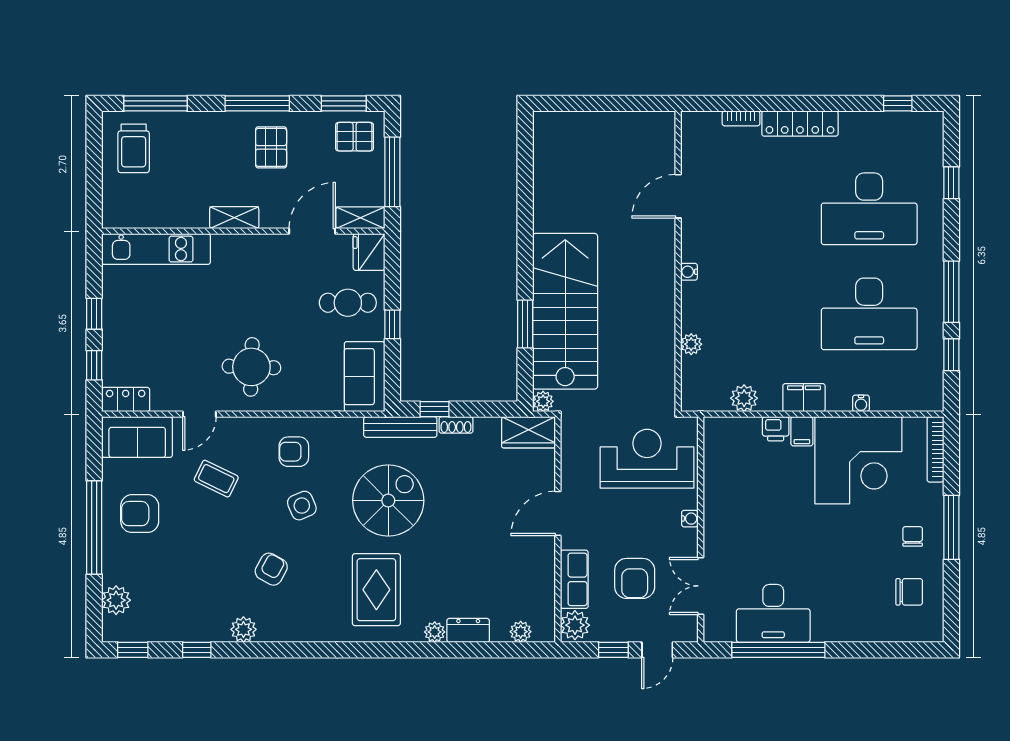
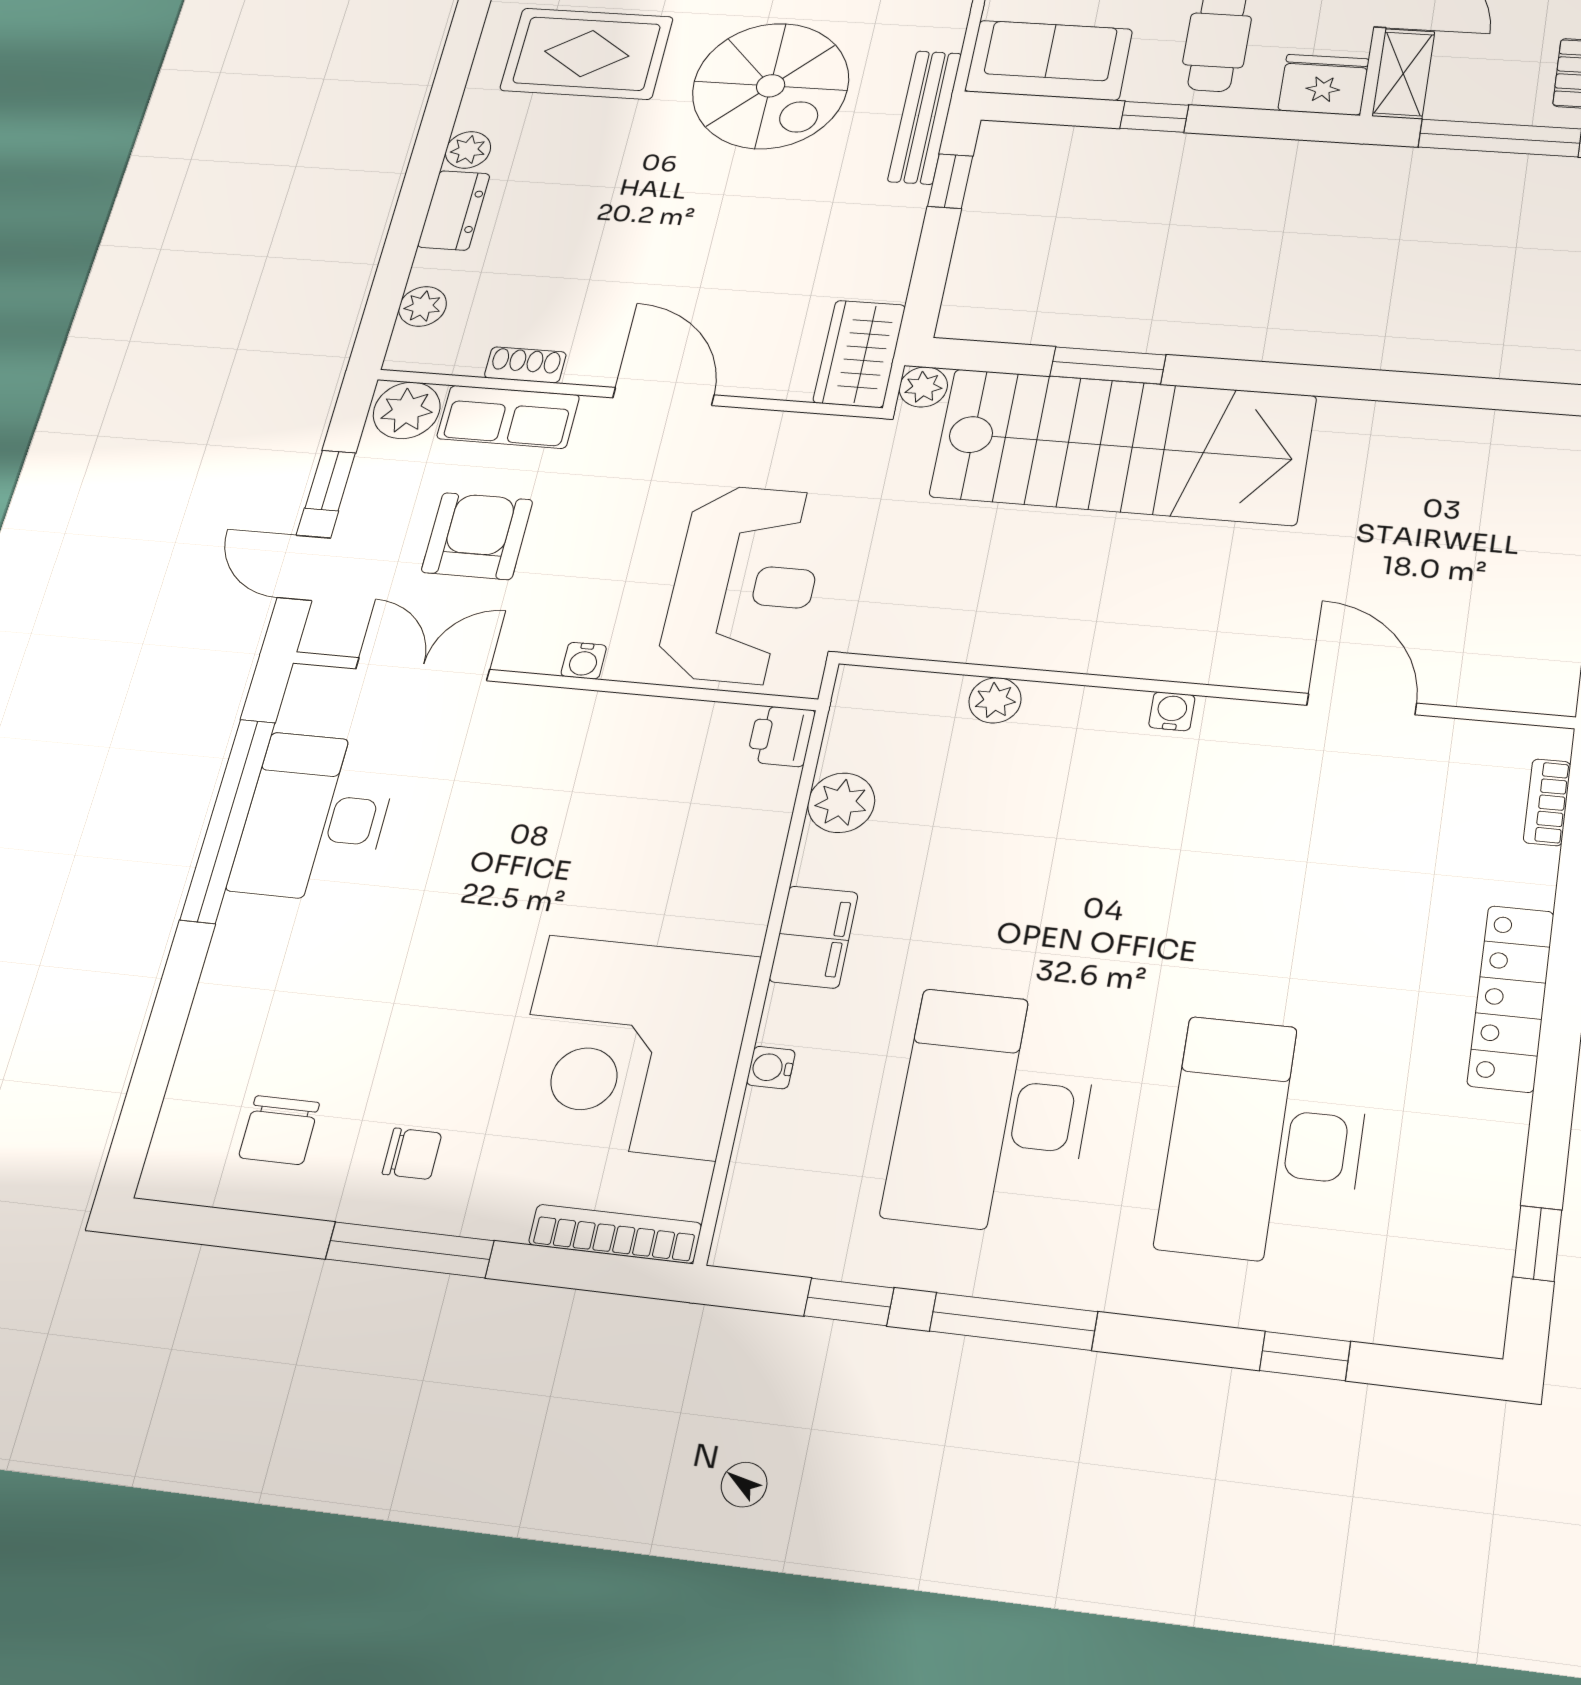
bookcase: (741, 118) -> (1547, 802), moved
shoe rack: (456, 425) -> (525, 365), moved, turned 90
printer: (776, 429) -> (781, 736), moved
filing cabinet: (802, 431) -> (732, 924), removed
armchair: (635, 578) -> (477, 536), turned 90

